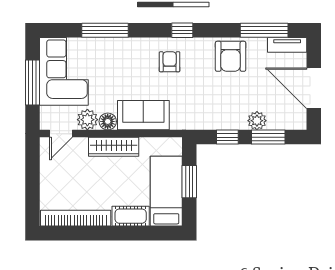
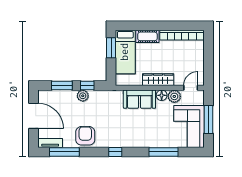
armchair: (170, 62) -> (123, 132), removed
plant: (257, 121) -> (83, 96), moved
window: (189, 182) -> (111, 48), moved

